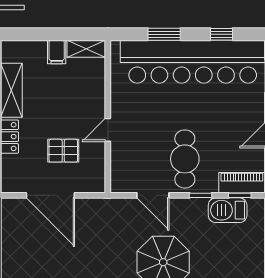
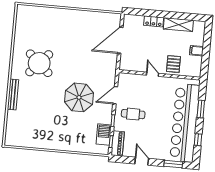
shelving: (86, 49) -> (197, 67), removed
pallet: (63, 151) -> (173, 64), moved
cafe table: (185, 159) -> (133, 114), width x0.73, depth x0.74

